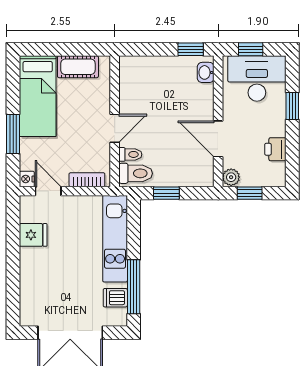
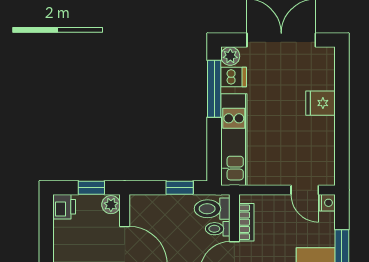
printer: (275, 149) -> (64, 207), moved
bookcase: (87, 180) -> (246, 222), moved, turned -90
fridge: (33, 235) -> (321, 103), moved
plant: (118, 318) -> (230, 56), added

